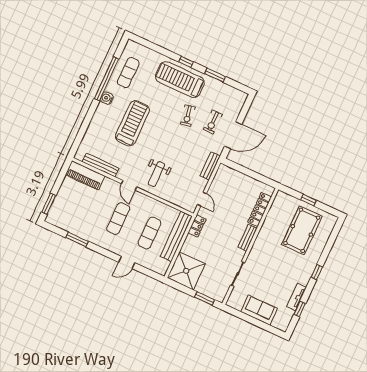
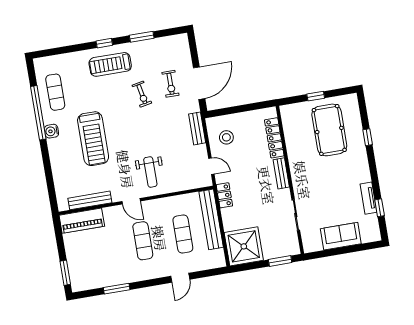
treadmill: (180, 80) -> (110, 64), width x0.73, depth x0.73
treadmill: (132, 123) -> (93, 139), turned 180
stool: (226, 186) -> (226, 137), added
window: (317, 272) -> (368, 137), moved

